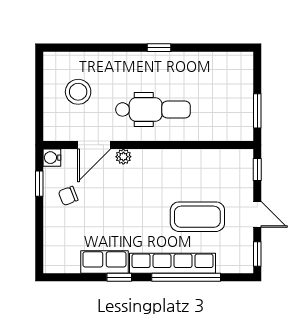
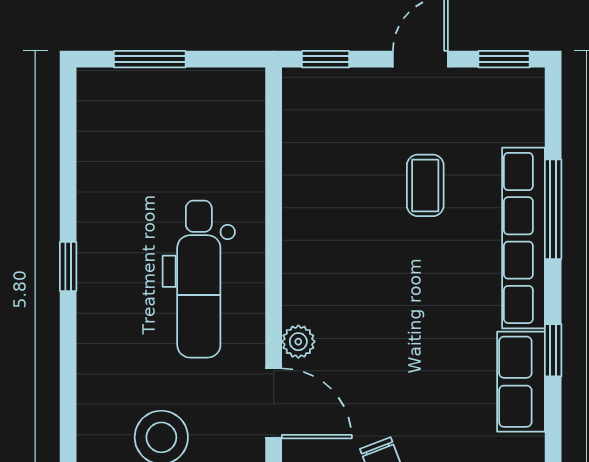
dental chair: (153, 109) -> (199, 279), turned 180
window: (257, 111) -> (150, 59), moved
coffee table: (197, 217) -> (425, 185), width x0.54, depth x0.58
window: (186, 277) -> (553, 209), width x0.68

